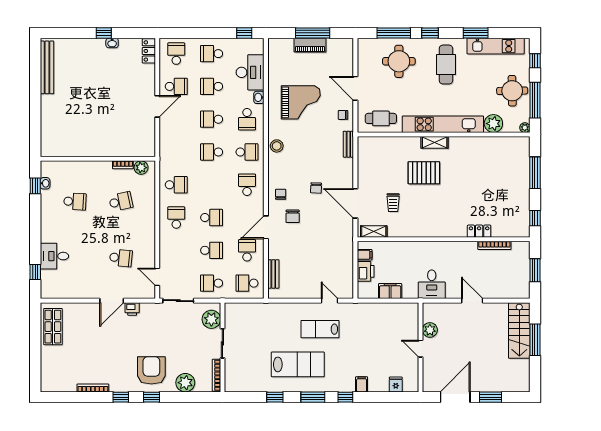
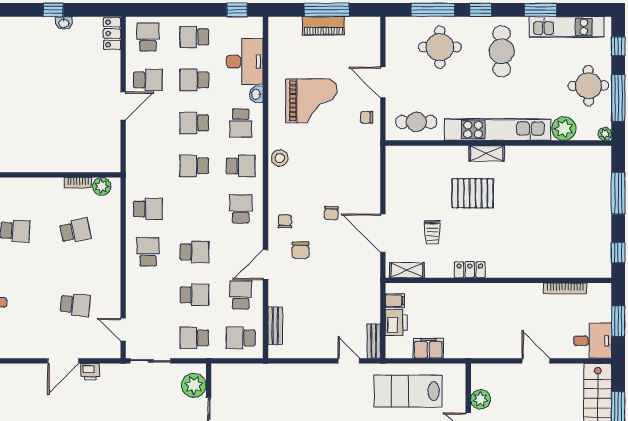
bench: (348, 144) -> (374, 341), moved
locker: (479, 231) -> (470, 270), moved
desk: (432, 284) -> (593, 341), moved, turned -90
lab bench: (320, 329) -> (408, 391), moved, width x1.36, depth x1.39

